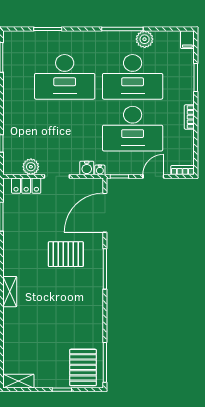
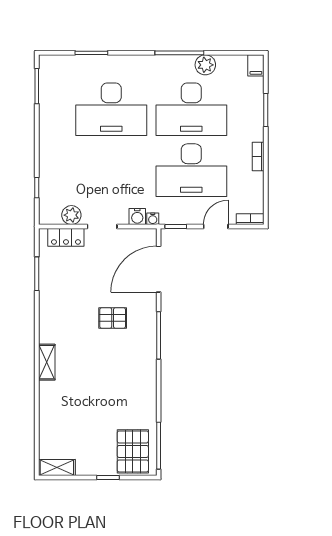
pallet: (66, 254) -> (113, 318), width x0.67, depth x0.71

